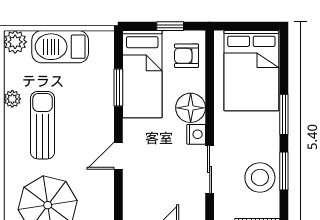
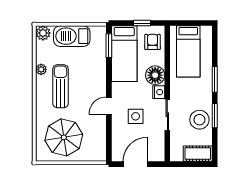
armchair: (187, 56) -> (153, 42), turned 90
bed: (251, 71) -> (188, 51), width x0.67
window: (118, 87) -> (109, 46), moved
side table: (160, 172) -> (136, 116), added

